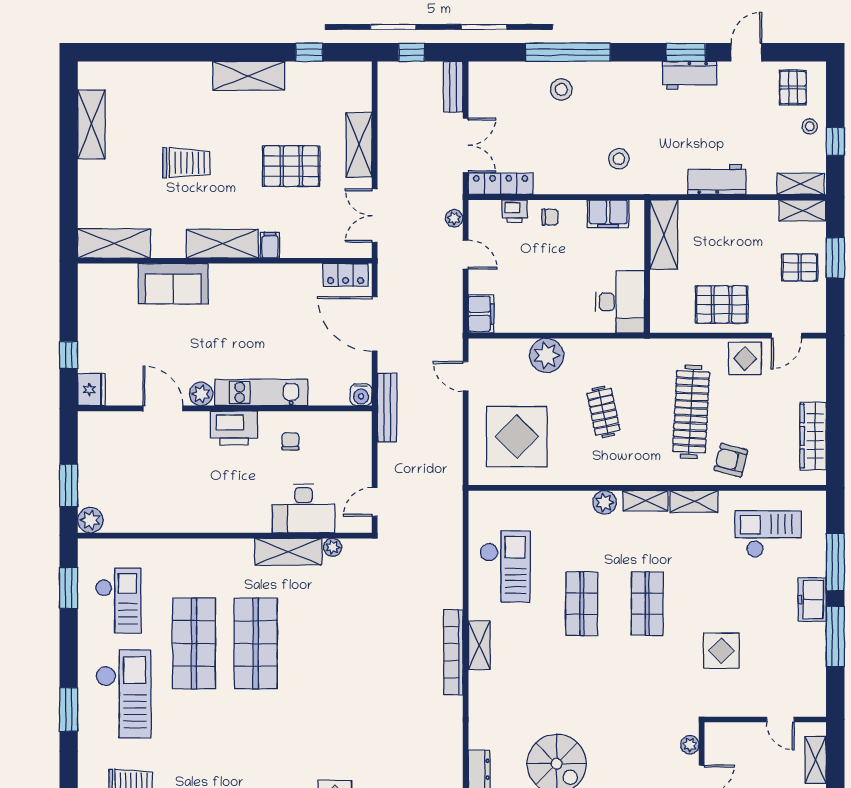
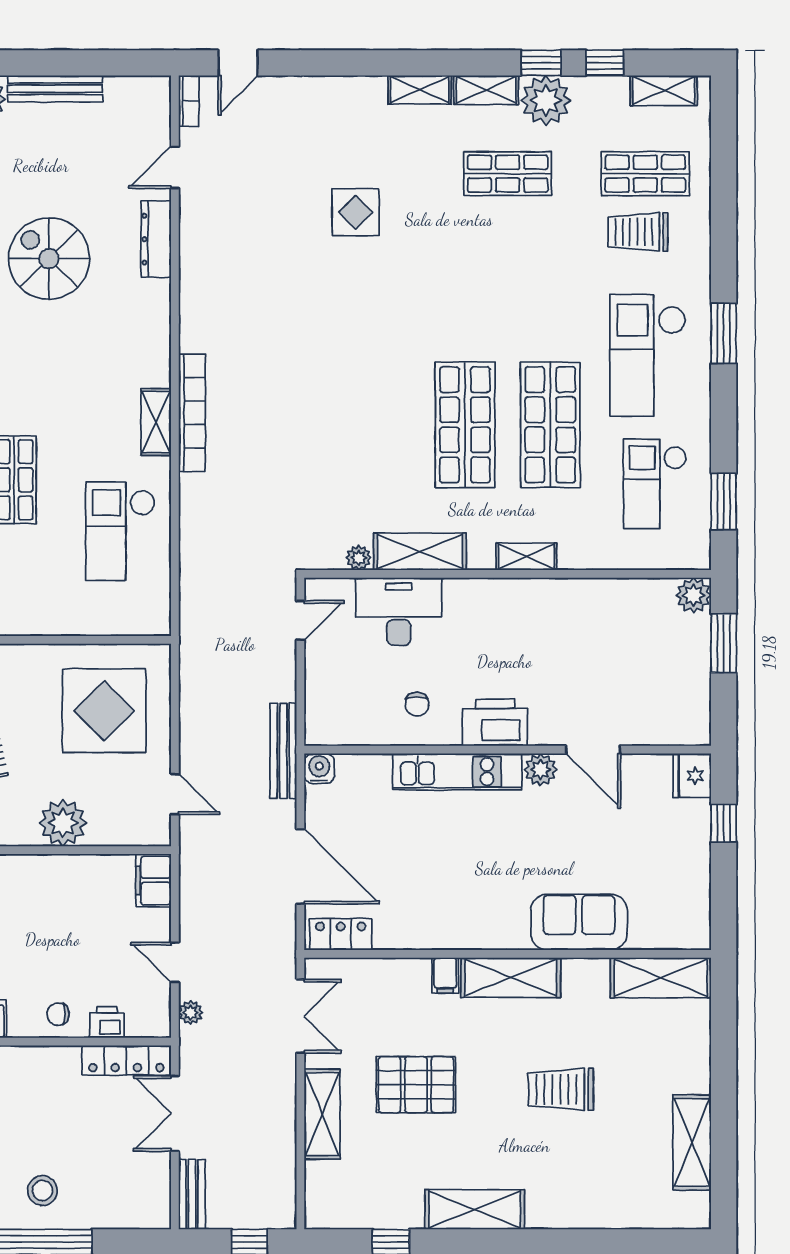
shelving: (211, 548) -> (526, 557), added

